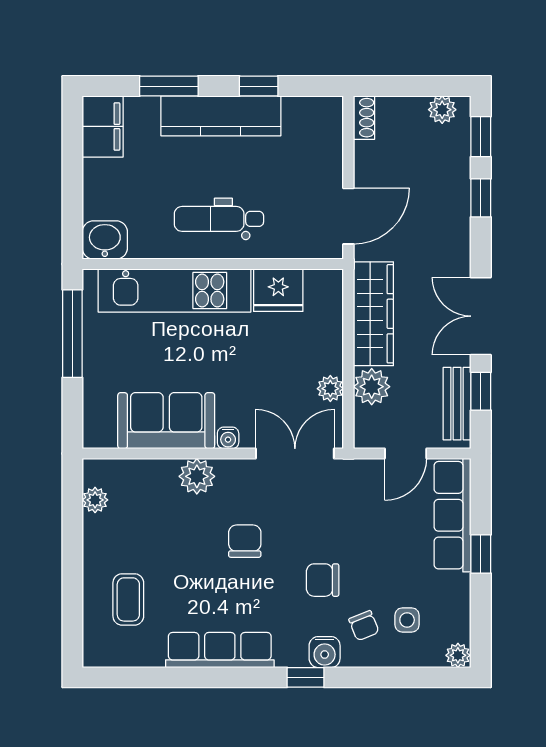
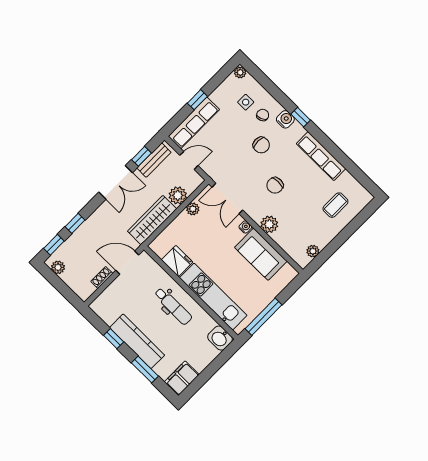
shoe rack: (364, 118) -> (102, 277), moved

